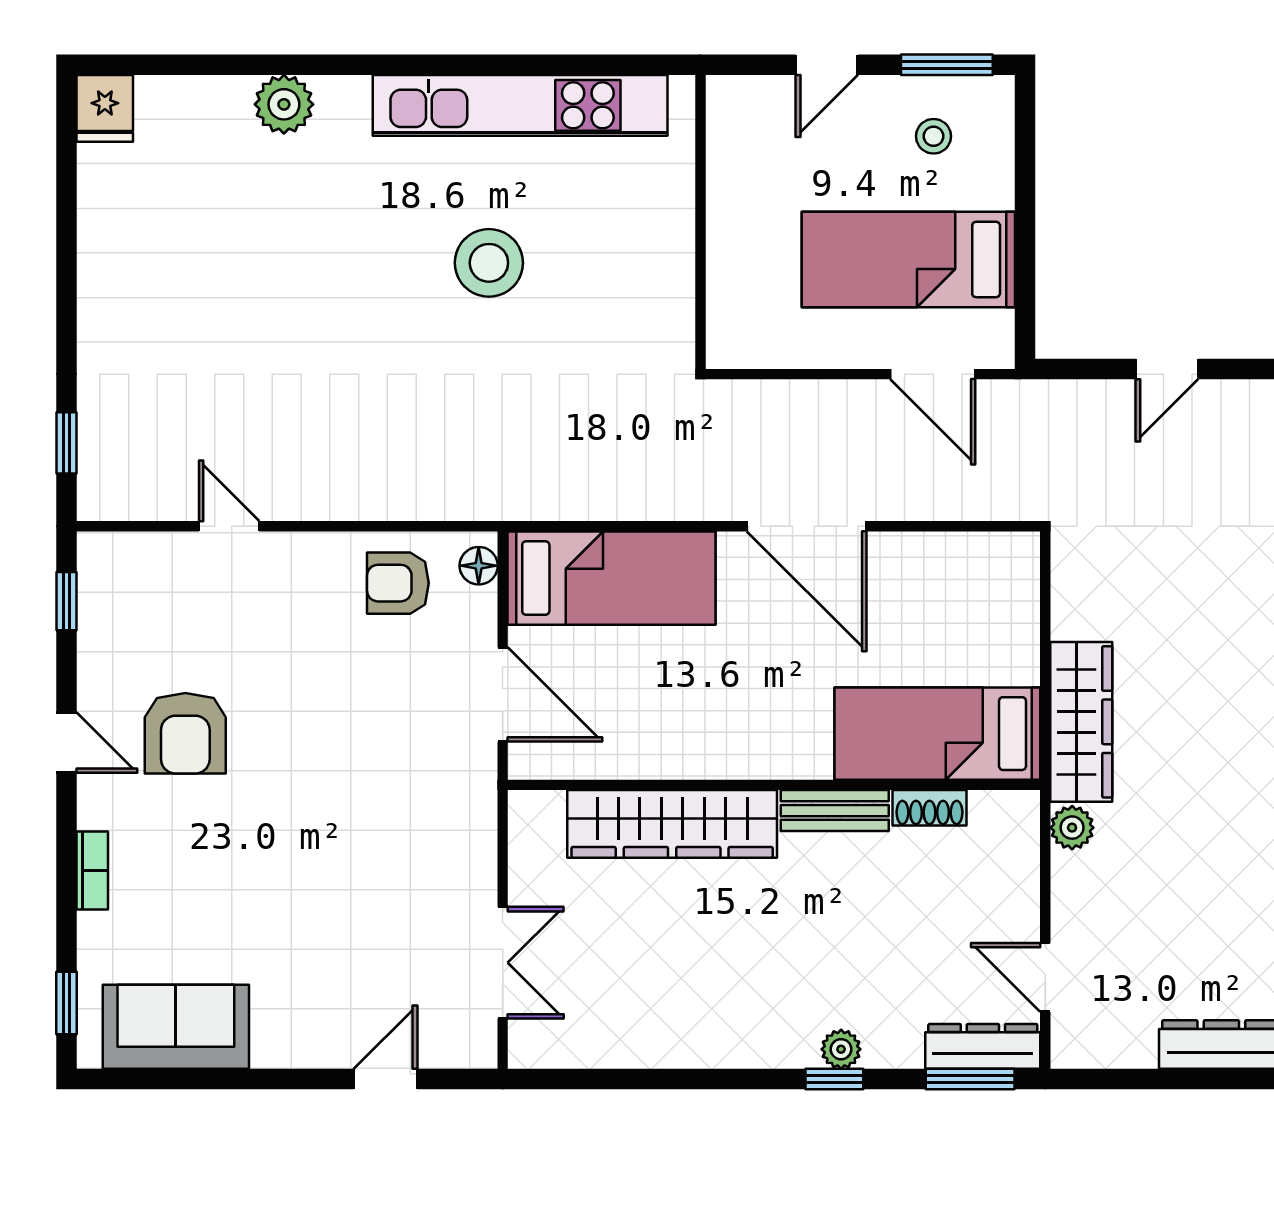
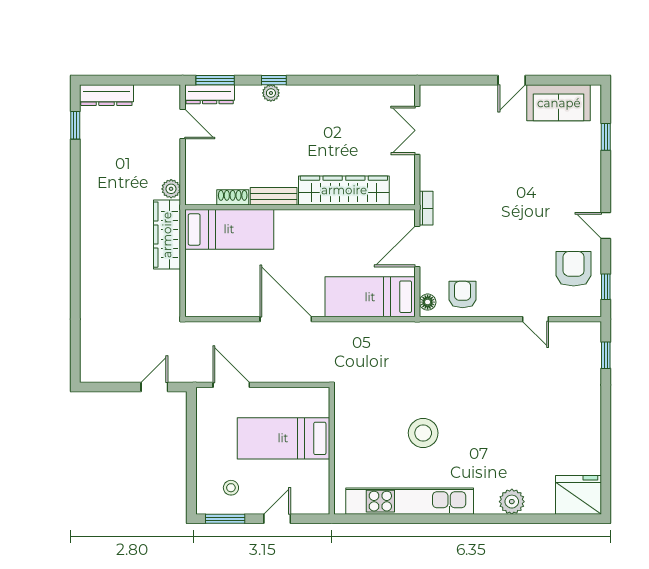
fridge: (105, 108) -> (578, 495), width x1.88, depth x1.34
bed: (908, 259) -> (283, 438), moved, turned 180
door: (1167, 369) -> (154, 387), moved
armchair: (398, 583) -> (463, 295), turned -90
door: (503, 694) -> (417, 246), hinge flipped
armchair: (185, 733) -> (574, 269), moved
bookcase: (92, 870) -> (426, 208), moved, turned 180
window: (67, 1003) -> (606, 137), moved
door: (386, 1079) -> (512, 80), moved

